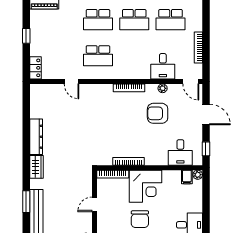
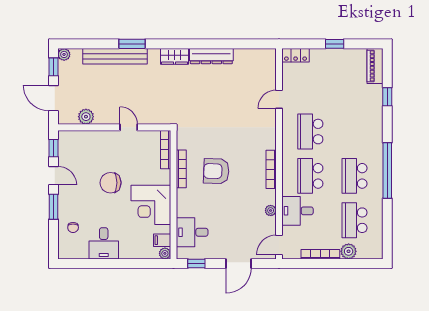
school desk: (98, 20) -> (310, 176), moved
plant: (196, 24) -> (349, 251), added
armchair: (158, 113) -> (216, 171), moved, turned -88
corner desk: (146, 186) -> (151, 205), moved

